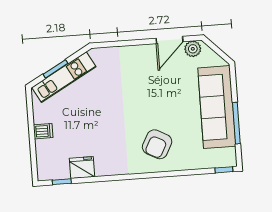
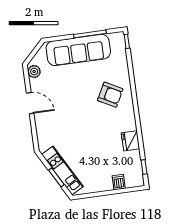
door: (170, 40) -> (30, 103), moved
dishwasher: (43, 131) -> (119, 182), moved
fridge: (82, 168) -> (130, 141), moved

